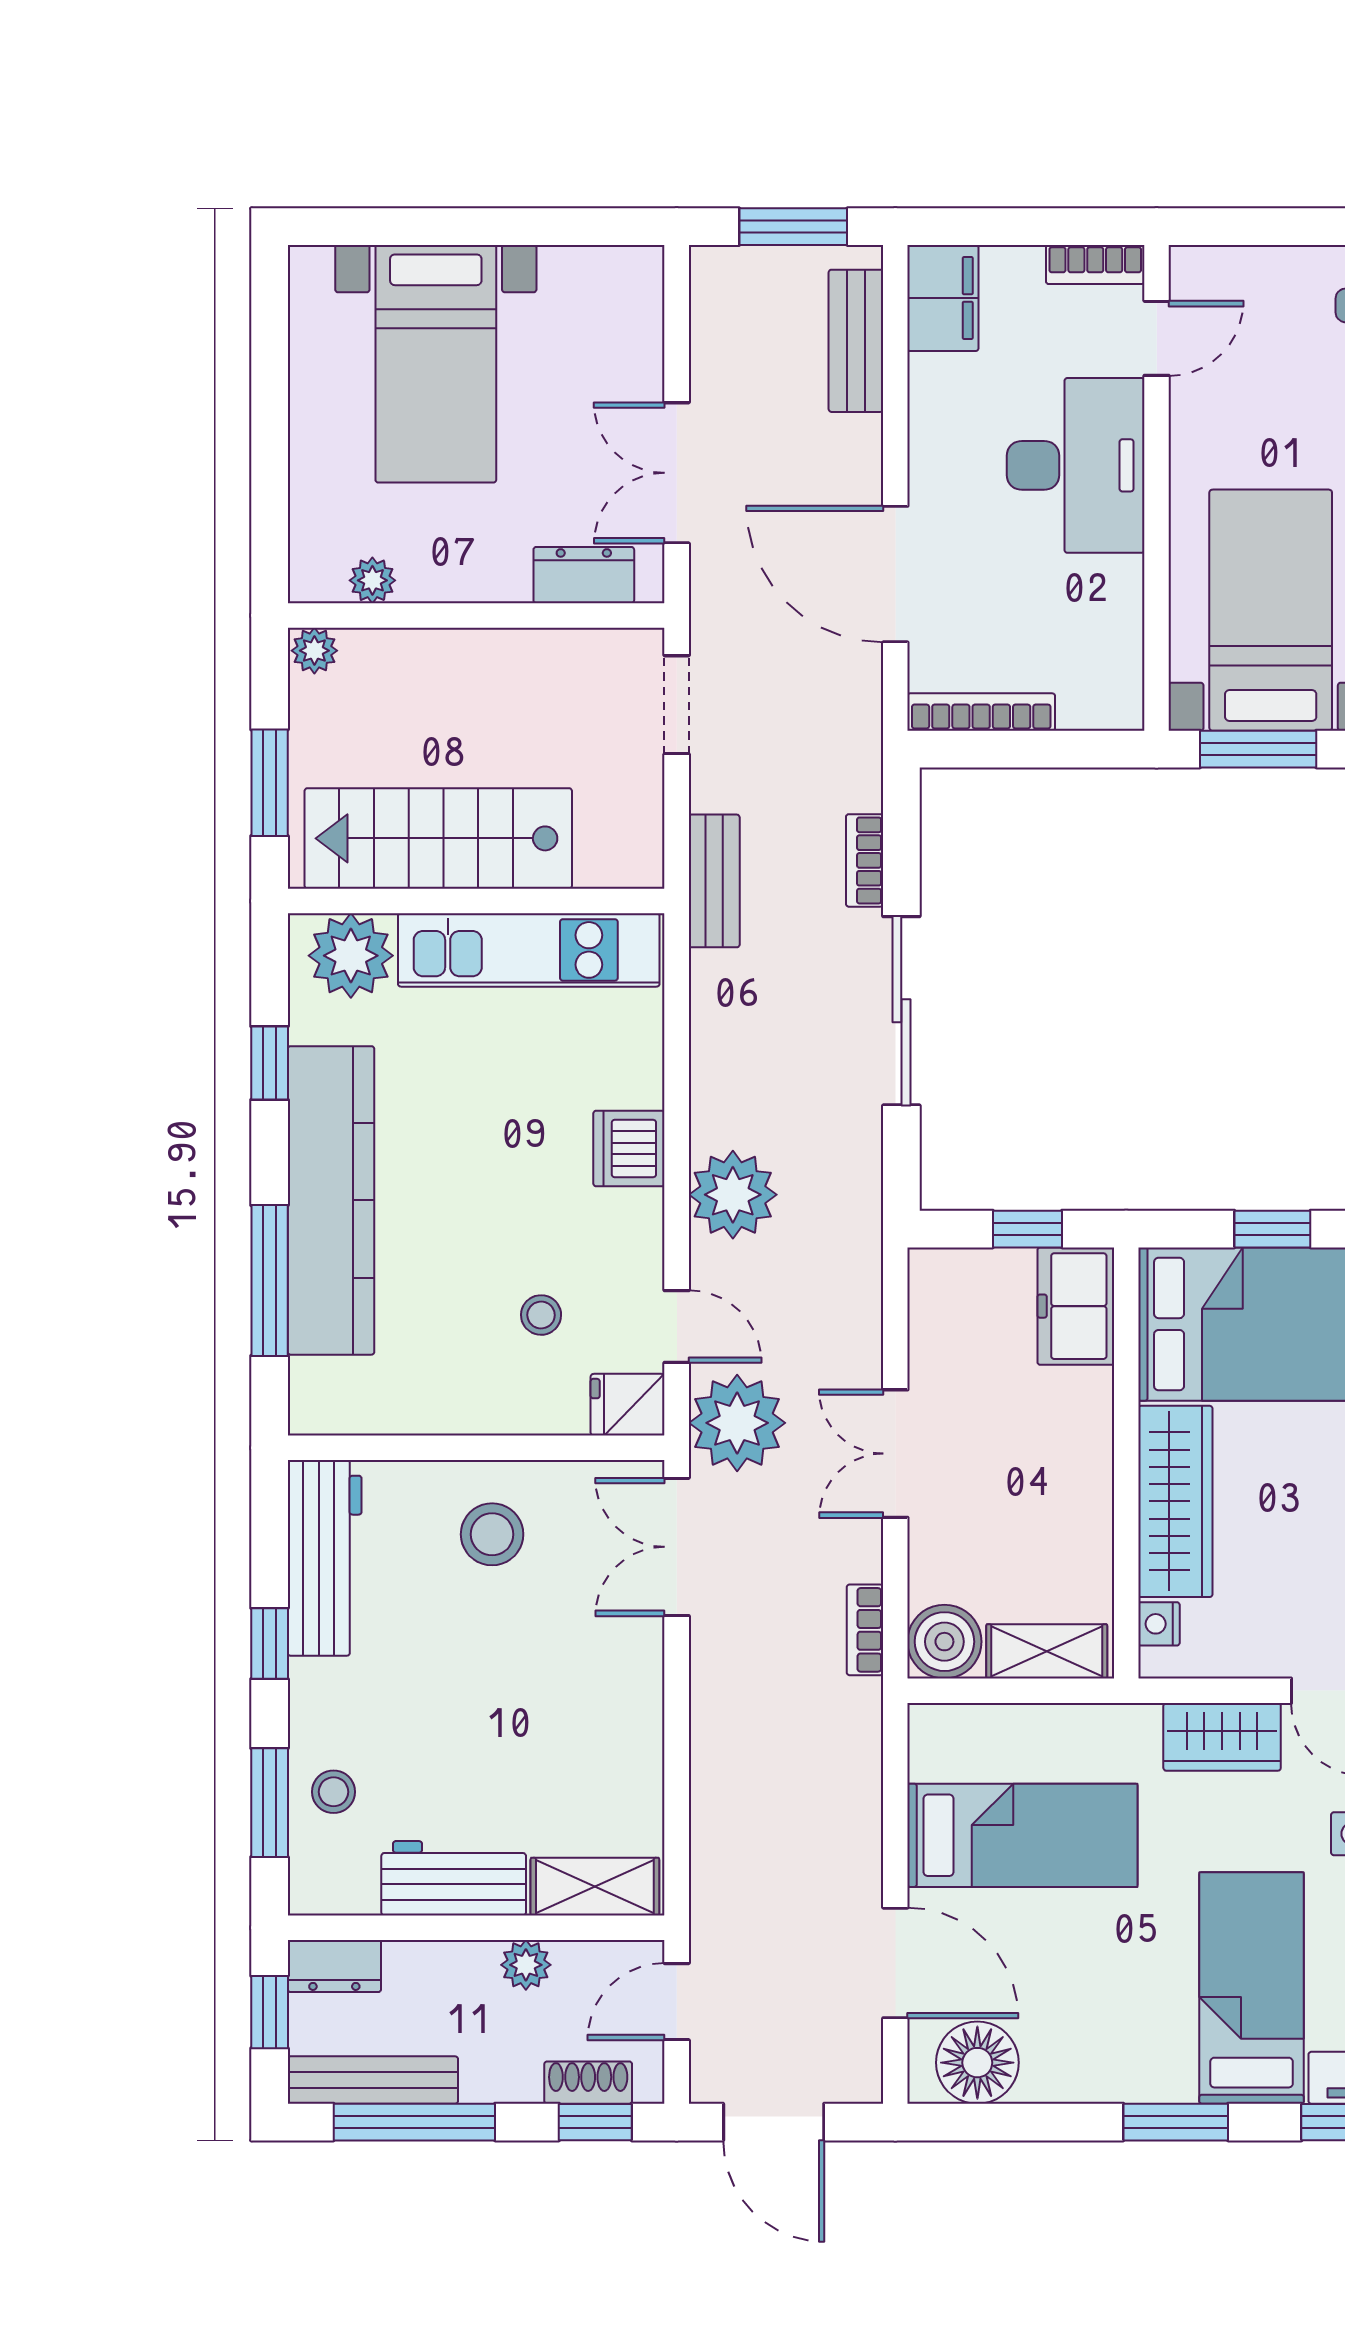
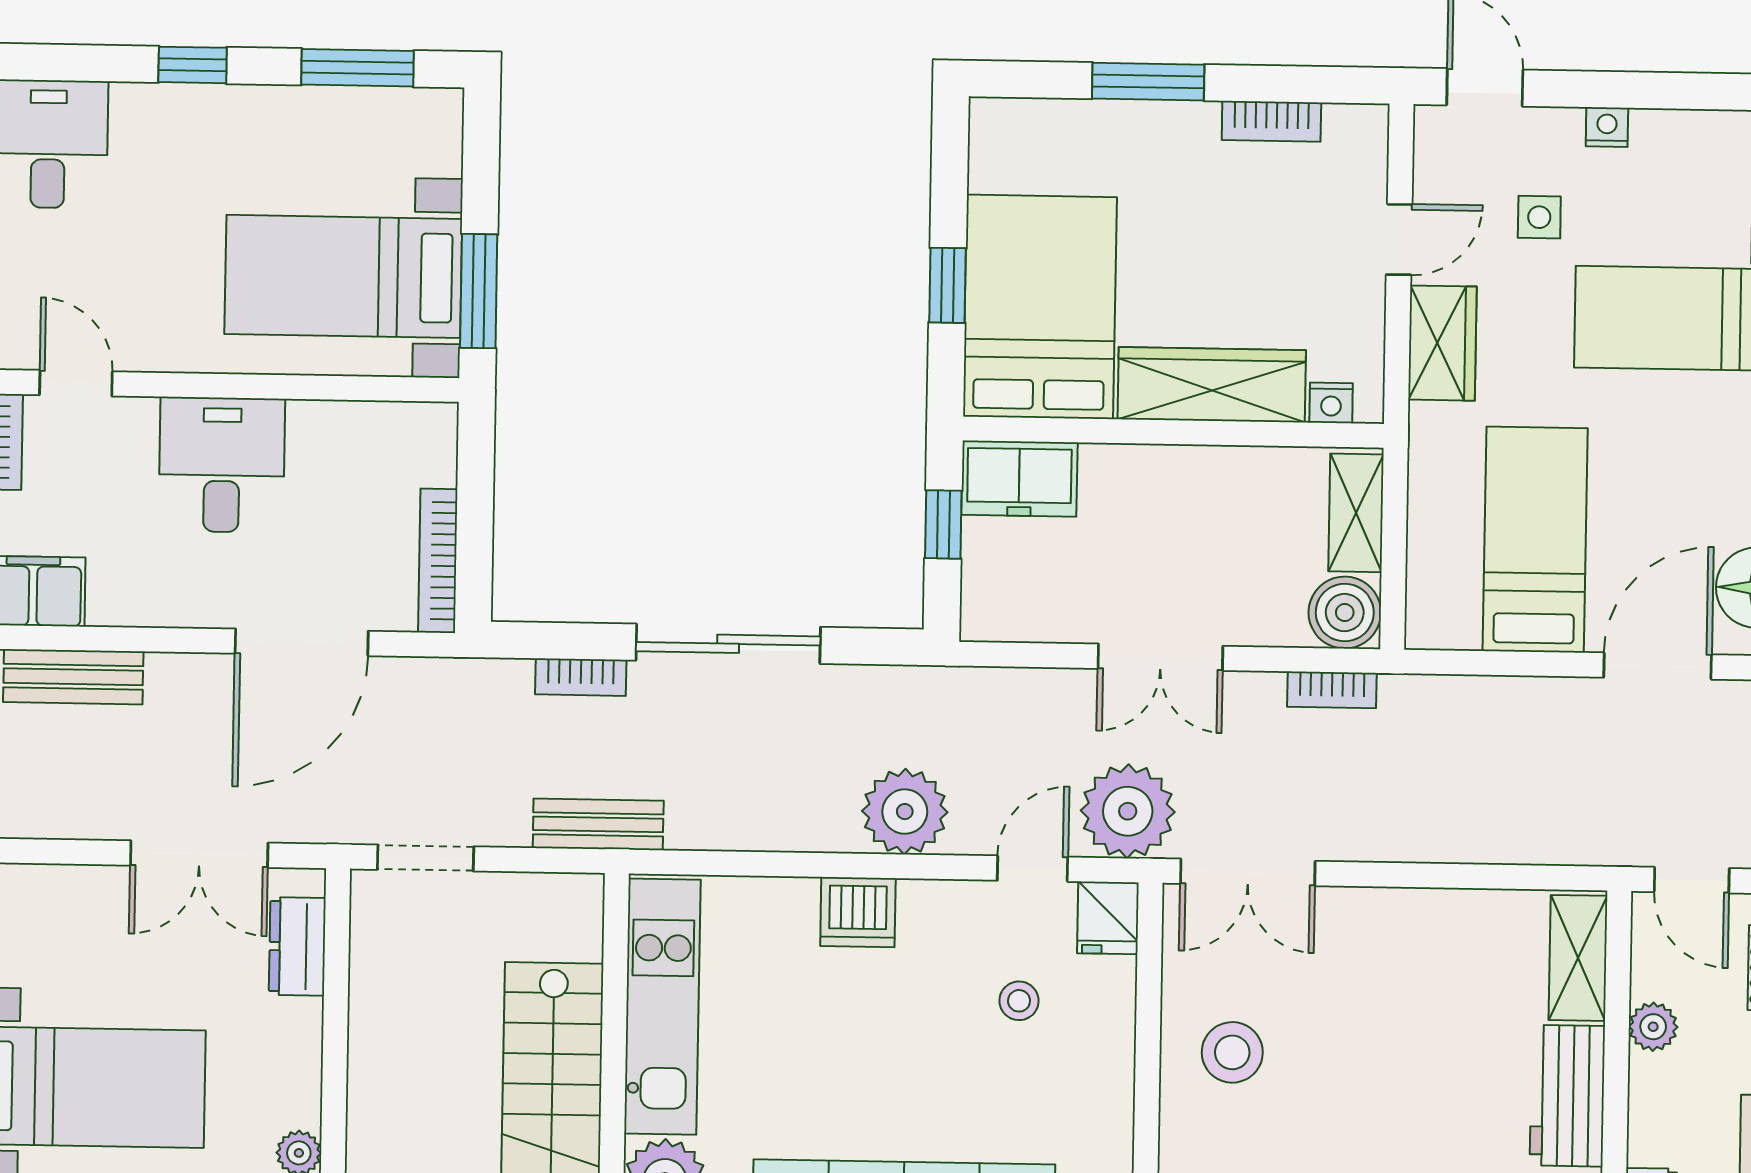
desk: (1076, 465) -> (222, 465), width x0.73

